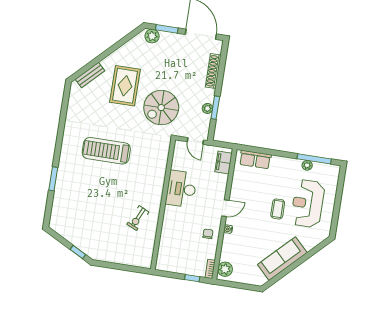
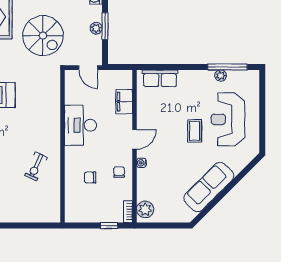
spiral stairs: (161, 108) -> (43, 36), turned -90
filing cabinet: (223, 162) -> (124, 102), moved
chair: (182, 235) -> (90, 177), added

